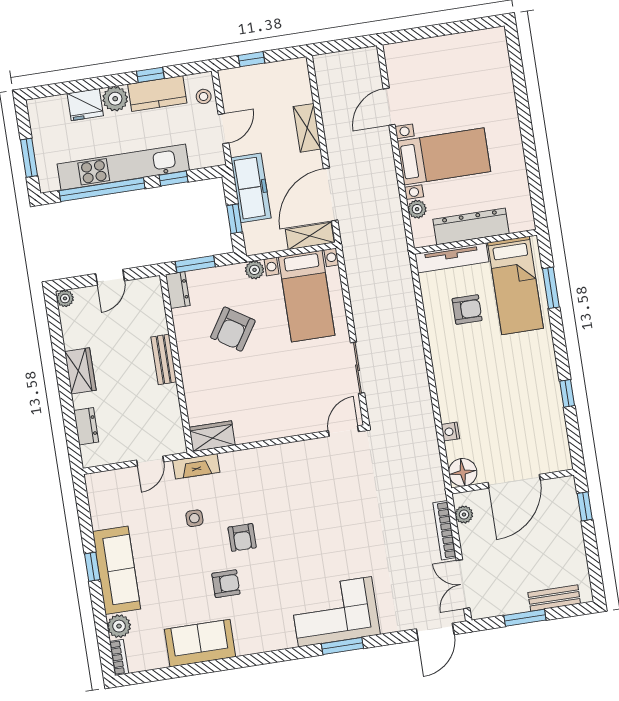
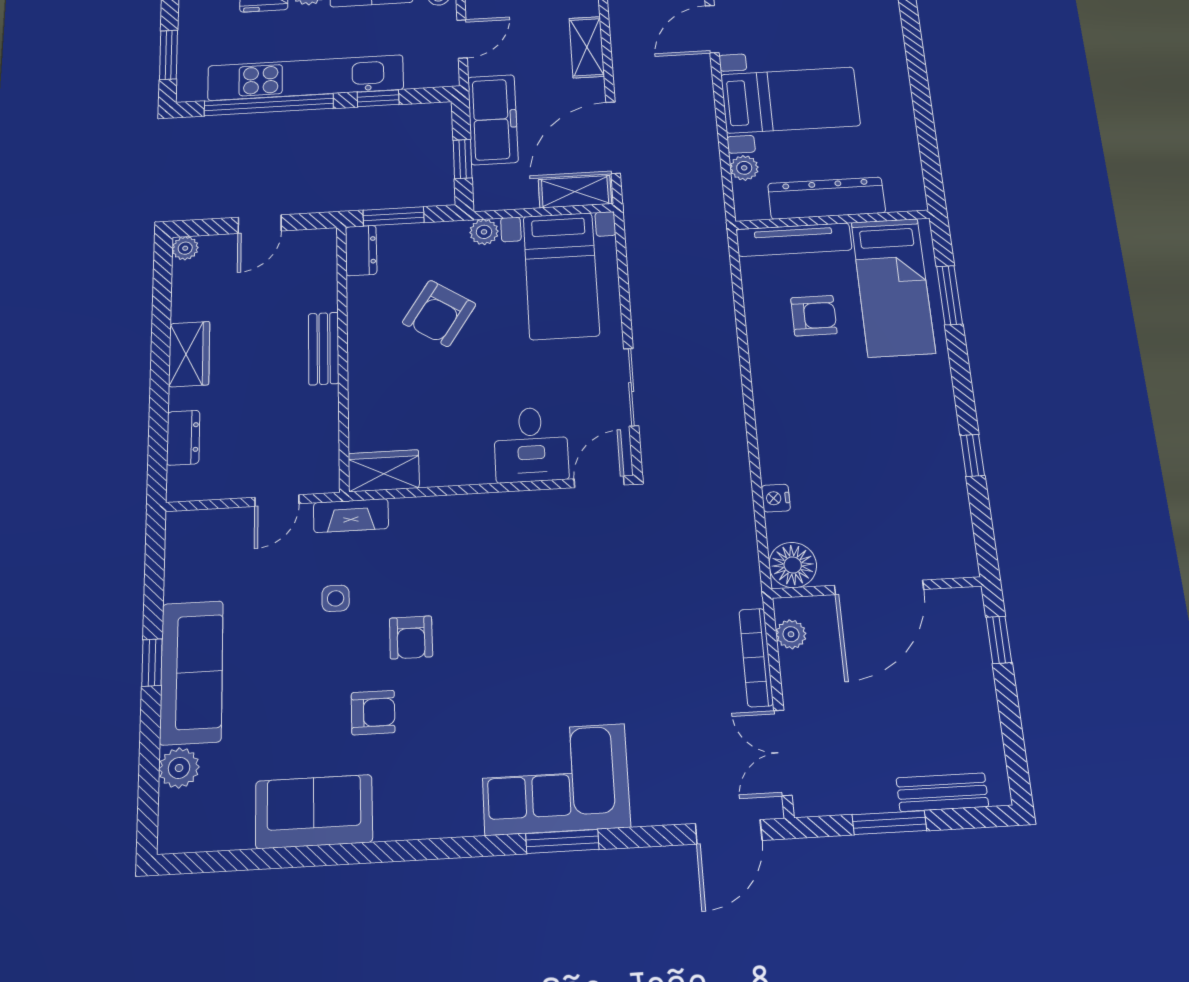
desk: (300, 411) -> (531, 445), added
bookcase: (119, 657) -> (170, 823), removed

